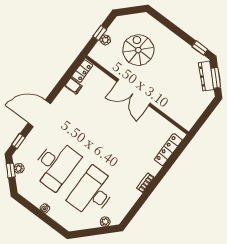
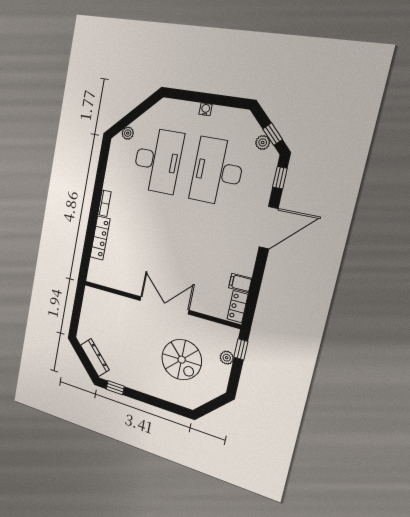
window: (100, 33) -> (241, 349), moved
window: (216, 78) -> (84, 359), removed
locker: (168, 150) -> (100, 238), moved

